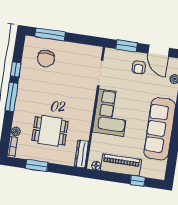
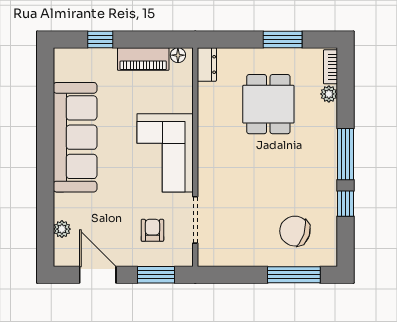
chair: (46, 58) -> (295, 231), turned -72
armchair: (139, 67) -> (152, 230), moved
dining table: (50, 131) -> (268, 104), turned 90
dresser: (81, 154) -> (207, 64), width x0.70
piano: (121, 165) -> (143, 59), width x0.73, depth x0.75

